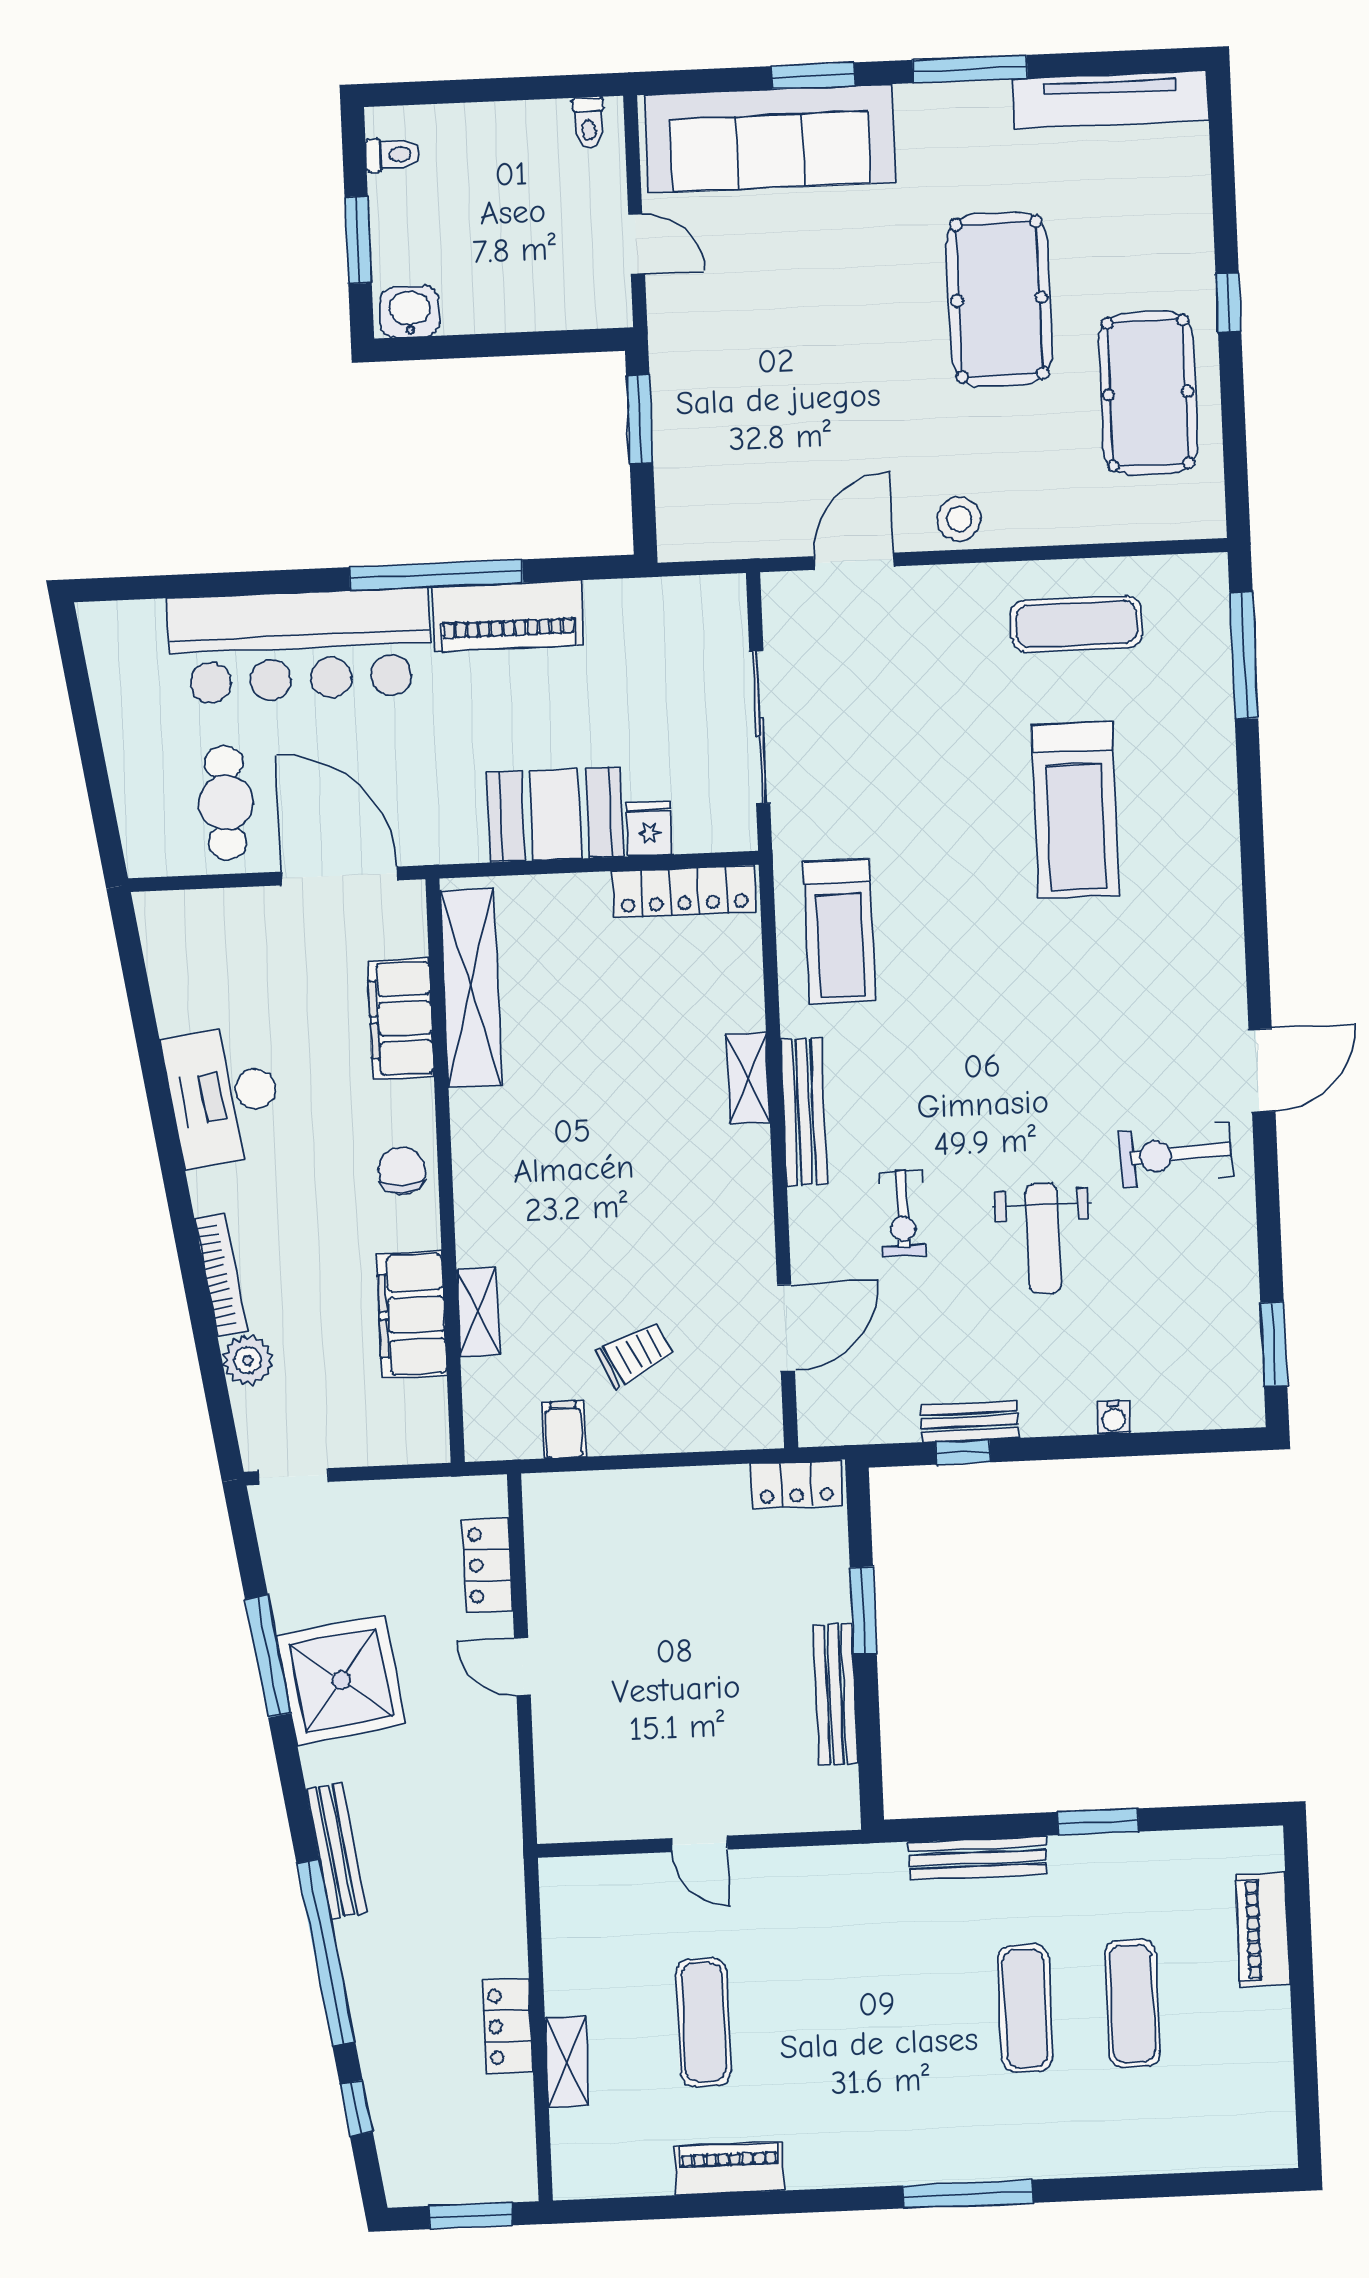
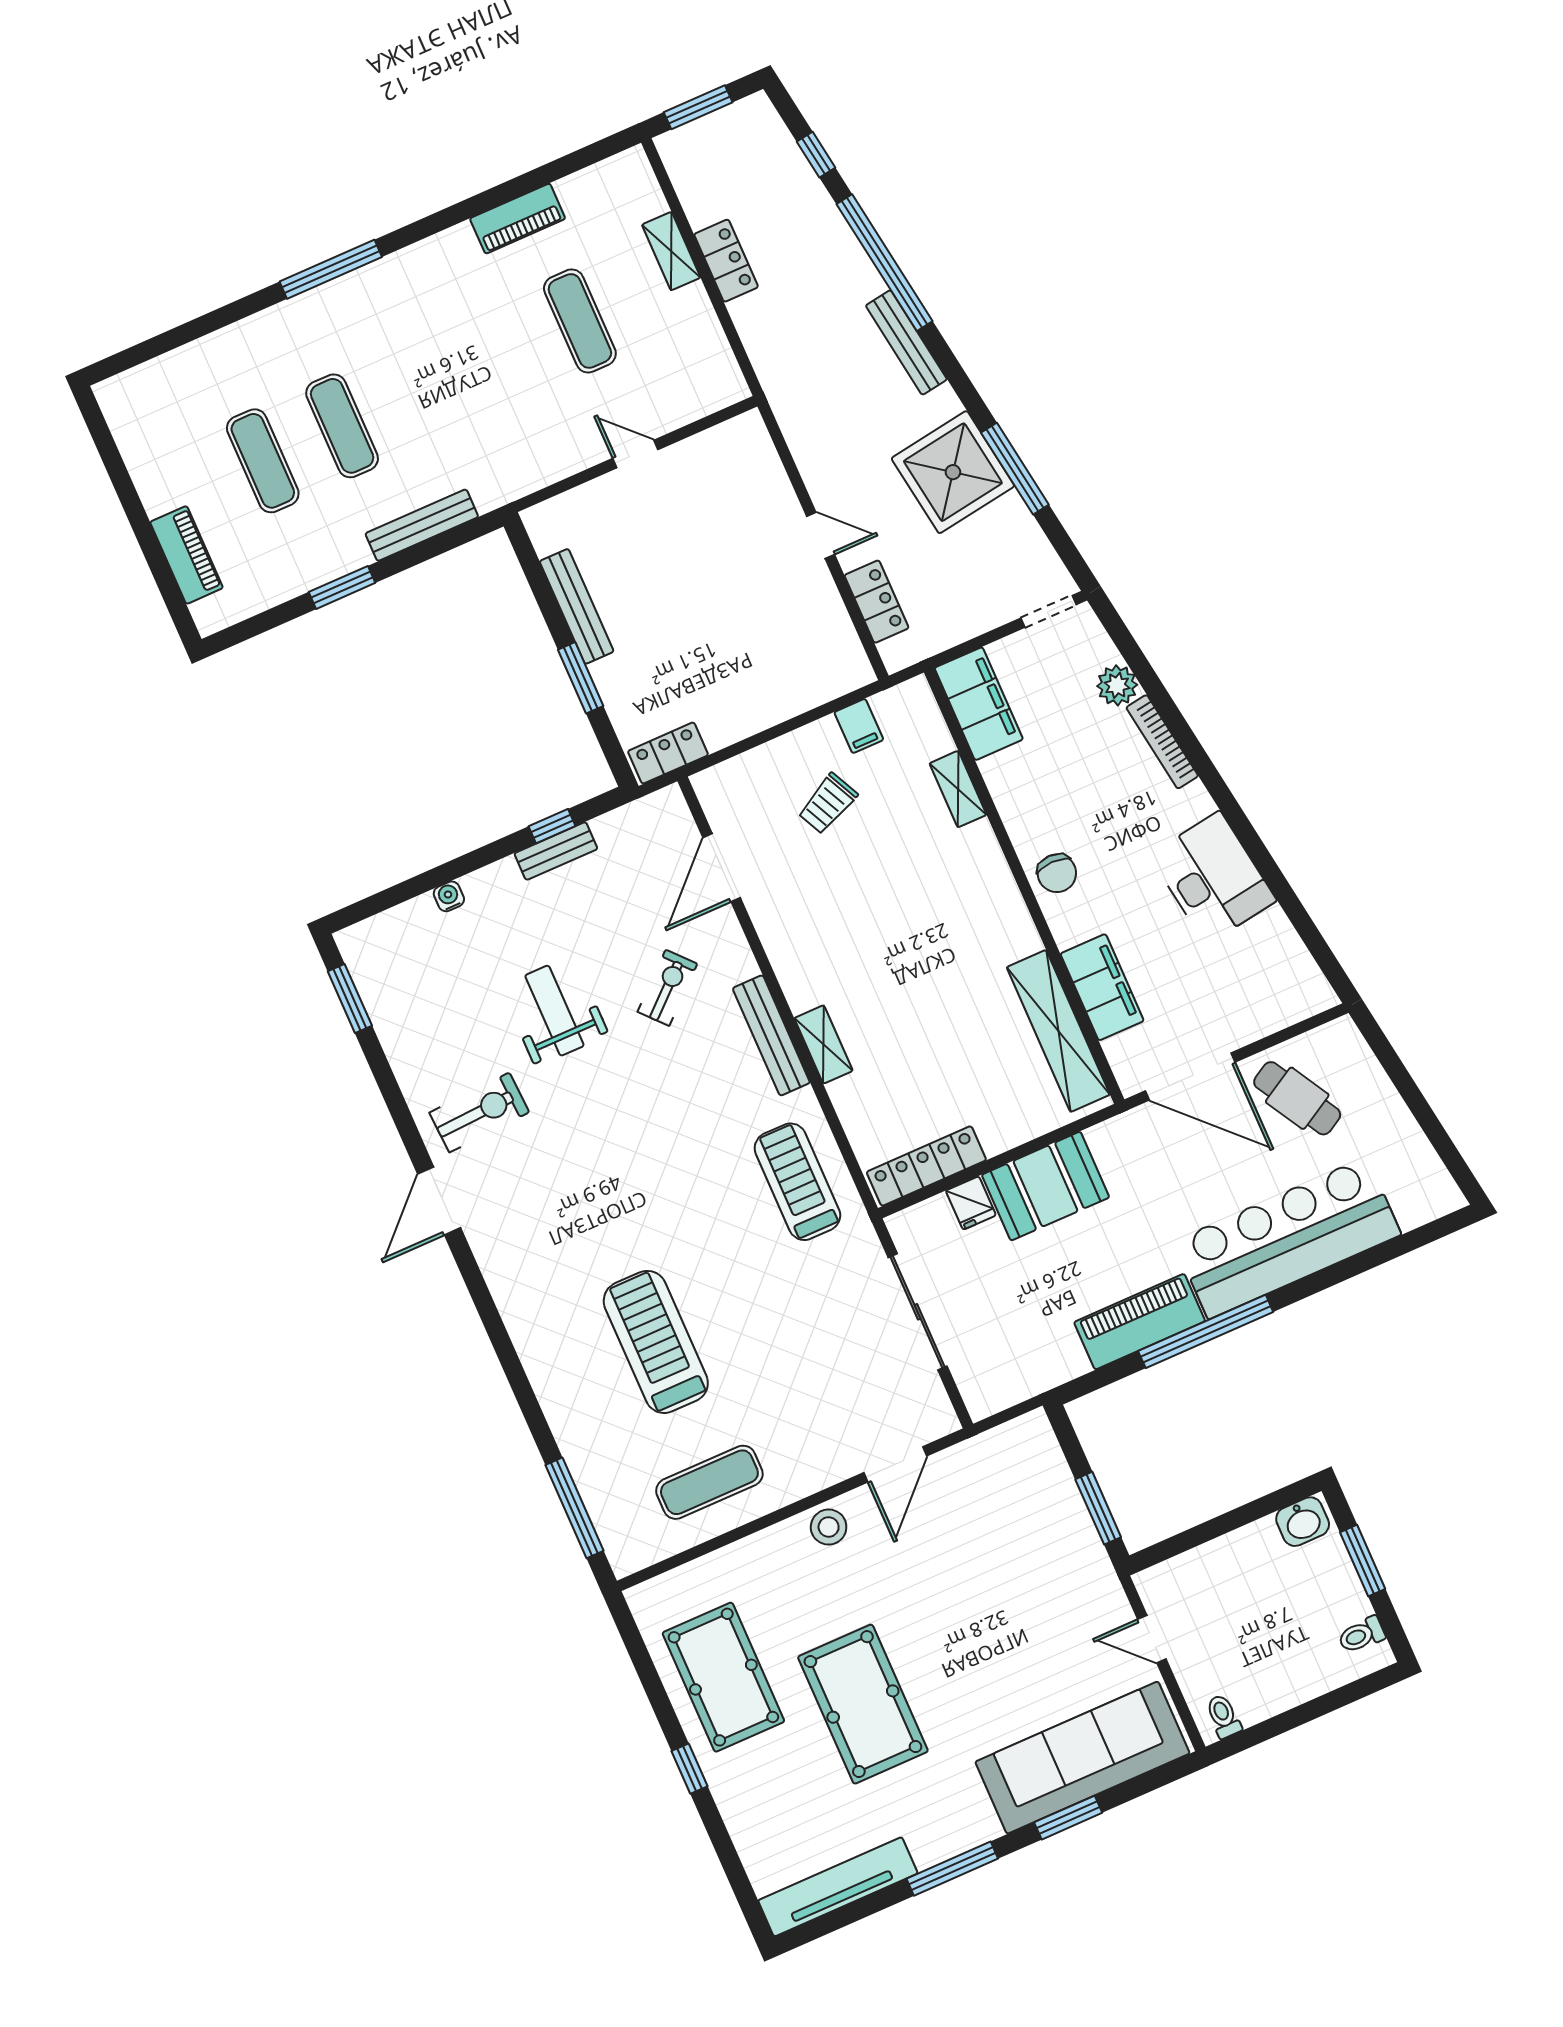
cafe table: (226, 803) -> (1297, 1098), turned -30
exercise bike: (903, 1214) -> (667, 988), turned 48
filing cabinet: (412, 1315) -> (979, 704), moved

